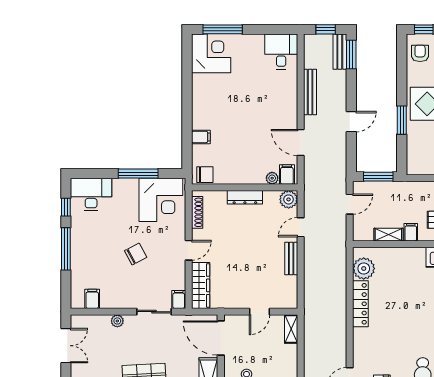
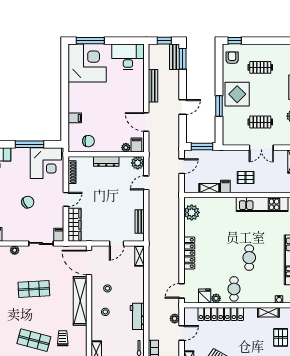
desk: (281, 52) -> (128, 57), width x1.37
corner desk: (211, 53) -> (87, 63), width x1.36, depth x1.36
chair: (205, 175) -> (88, 141), moved
bench: (291, 258) -> (140, 221), moved
locker: (360, 304) -> (189, 253), moved

